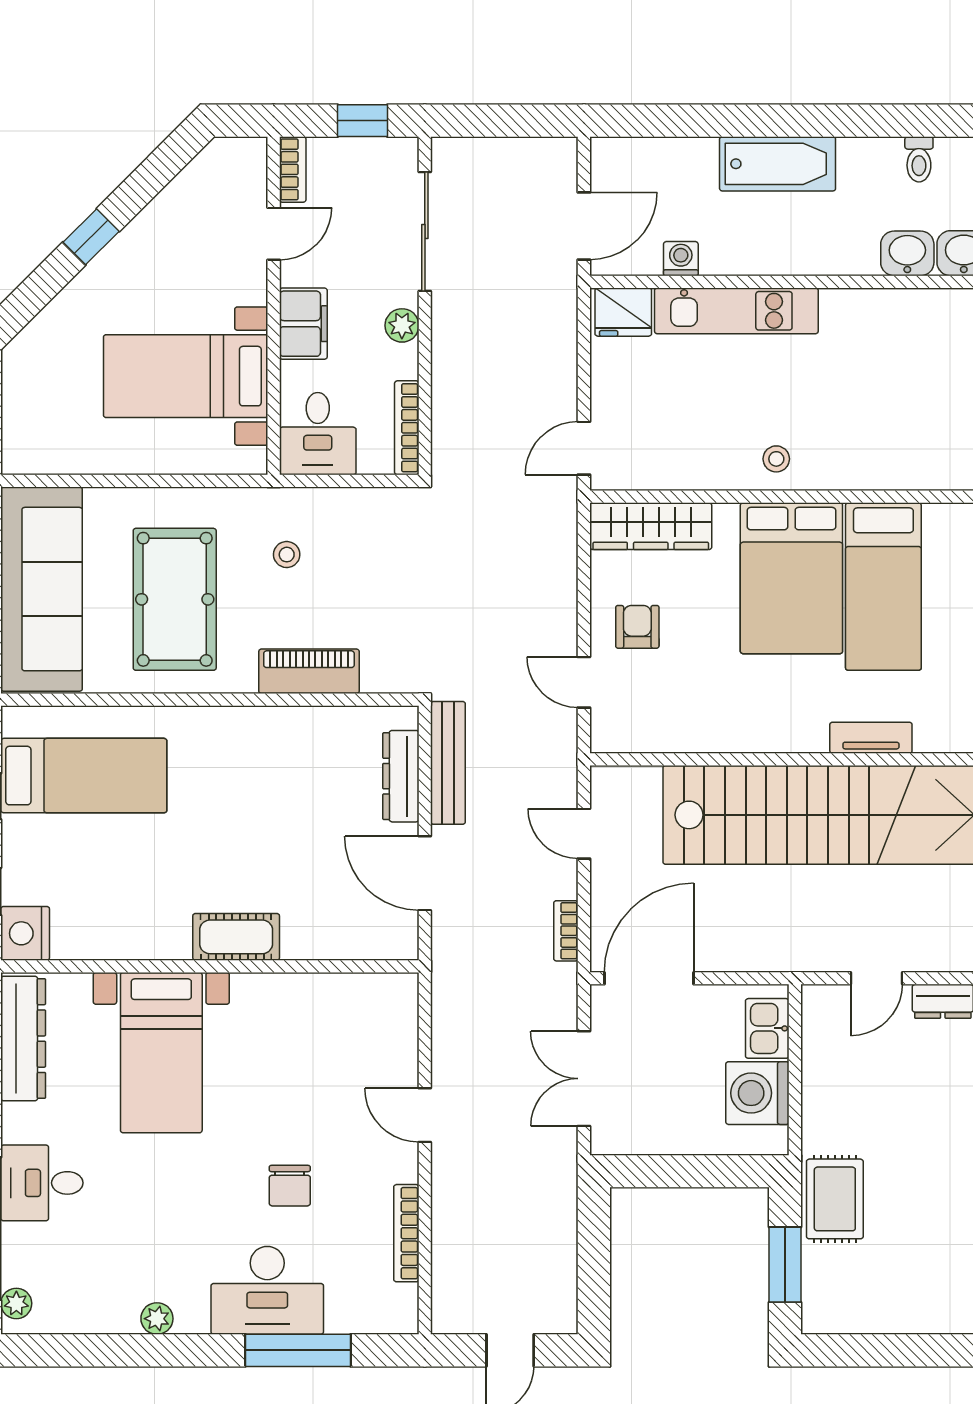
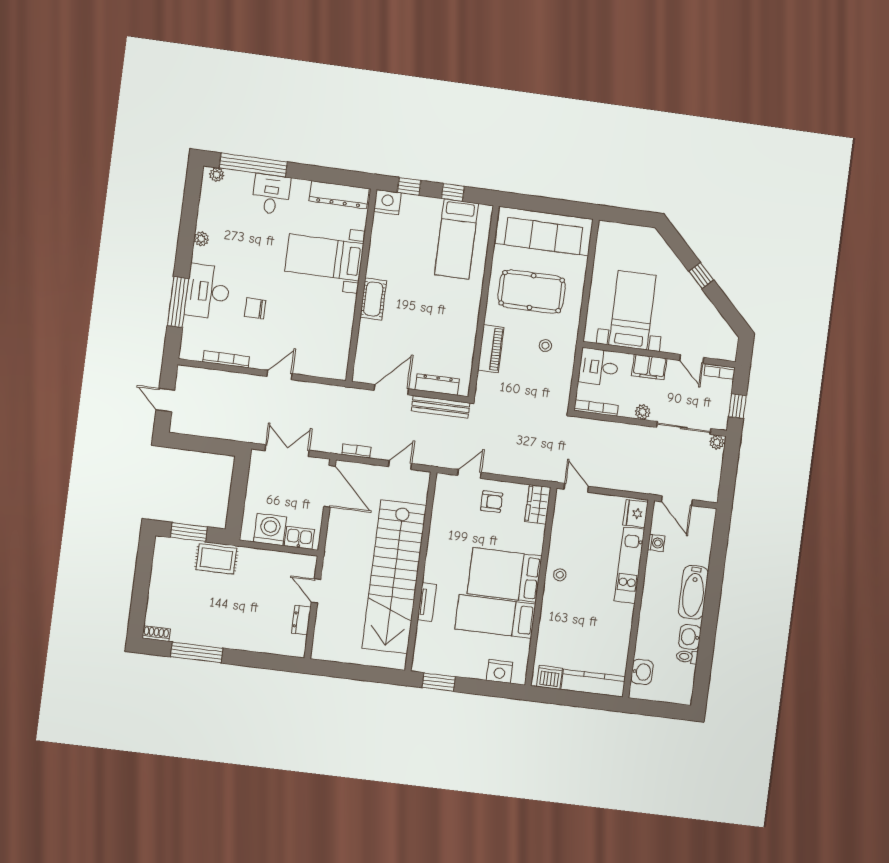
plant: (447, 155) -> (717, 442), added
washbasin: (907, 253) -> (690, 637), moved, turned 180
wardrobe: (651, 526) -> (538, 504), width x0.67

